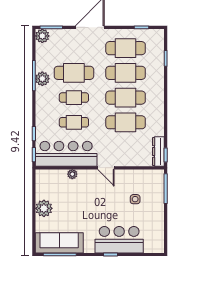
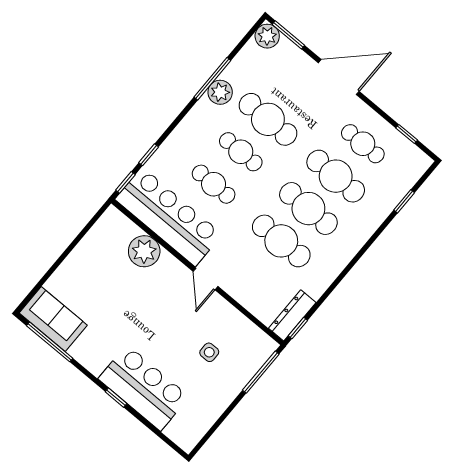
cafe table: (126, 48) -> (363, 144), width x0.73, depth x0.74
plant: (72, 174) -> (144, 251), width x1.87, depth x1.87
plant: (44, 208) -> (79, 264), removed
sofa: (59, 243) -> (53, 319), width x0.73

